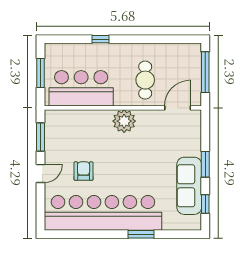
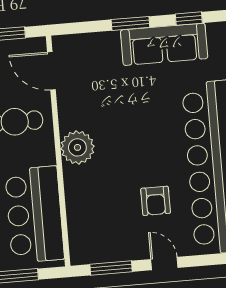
armchair: (84, 171) -> (156, 201), turned -90

